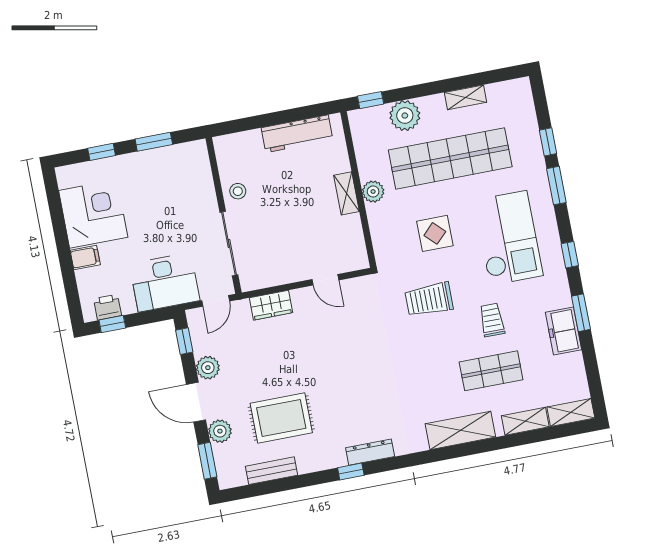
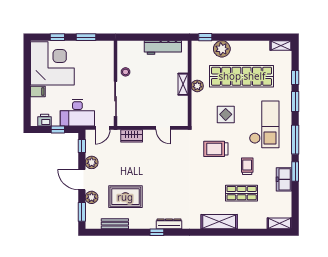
shelving: (465, 97) -> (281, 45), moved
corner desk: (93, 214) -> (52, 63), width x1.36, depth x1.36
window: (570, 255) -> (295, 140), width x2.17
window: (112, 324) -> (58, 130), moved
shelving: (525, 421) -> (254, 223), removed

